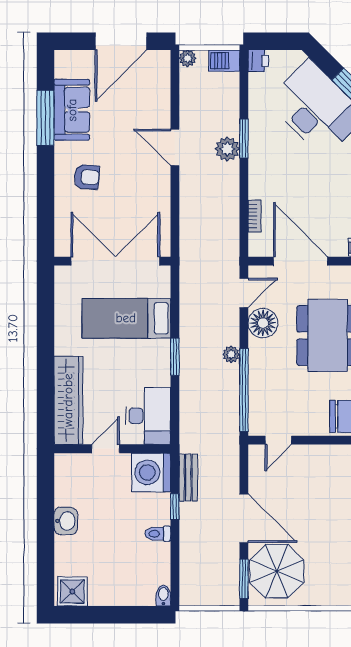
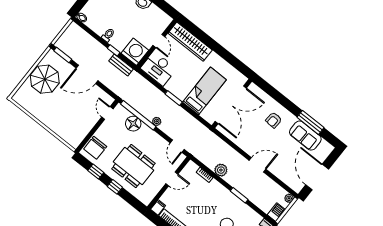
plant: (227, 149) -> (221, 170), moved
door: (301, 261) -> (172, 179), width x0.53
floor lamp: (263, 323) -> (133, 124), moved
parasol: (277, 571) -> (45, 79), moved

